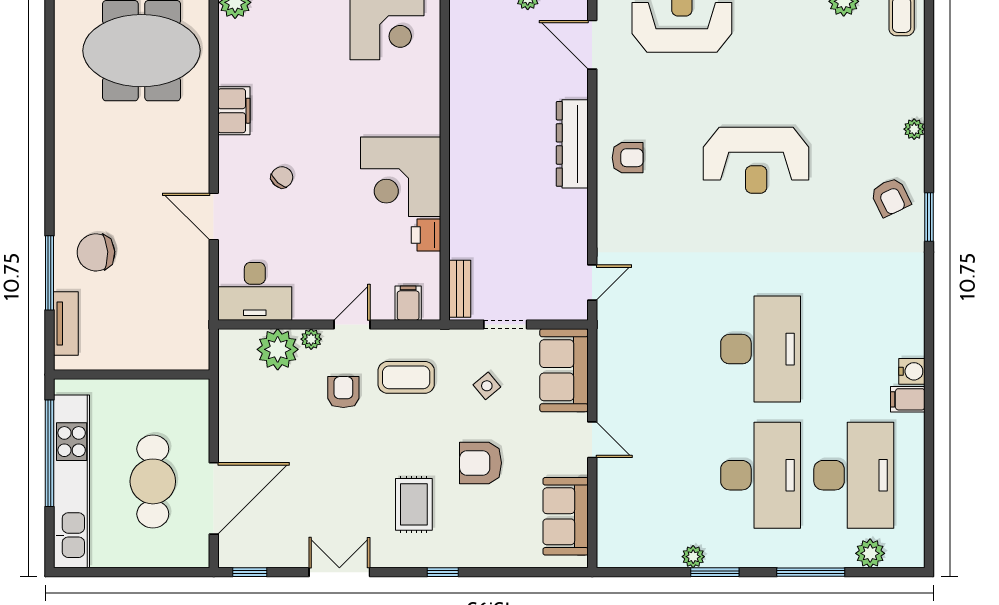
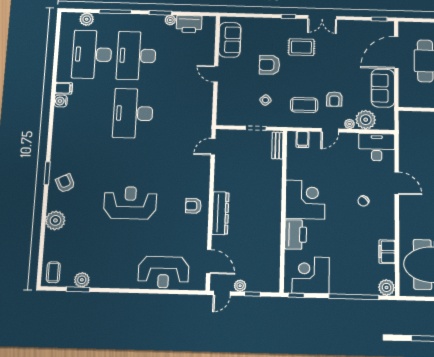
filing cabinet: (234, 111) -> (387, 252), moved
plant: (914, 129) -> (55, 220), width x1.88, depth x1.88
printer: (426, 235) -> (296, 234), moved, width x1.87, depth x1.48
sofa: (564, 370) -> (383, 88), moved, turned 180
armchair: (481, 463) -> (269, 65), turned 180
rug: (414, 504) -> (301, 47), turned 90
printer: (653, 549) -> (189, 24), added
double door: (339, 572) -> (322, 17), moved

